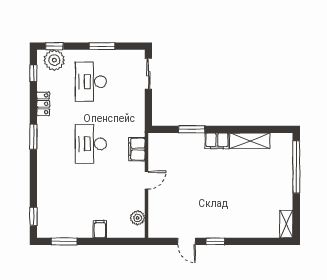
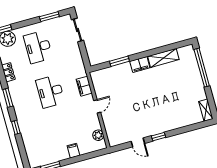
window: (102, 46) -> (49, 17), moved
window: (33, 216) -> (16, 127), moved

